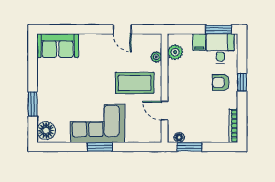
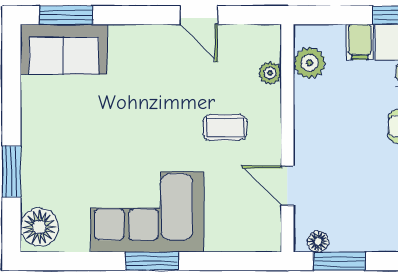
window: (59, 29) -> (66, 15), added
coffee table: (135, 83) -> (225, 127), width x0.54, depth x0.58

